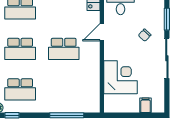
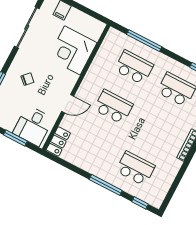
school desk: (20, 49) -> (134, 67), moved
sliding door: (167, 58) -> (27, 27), moved

